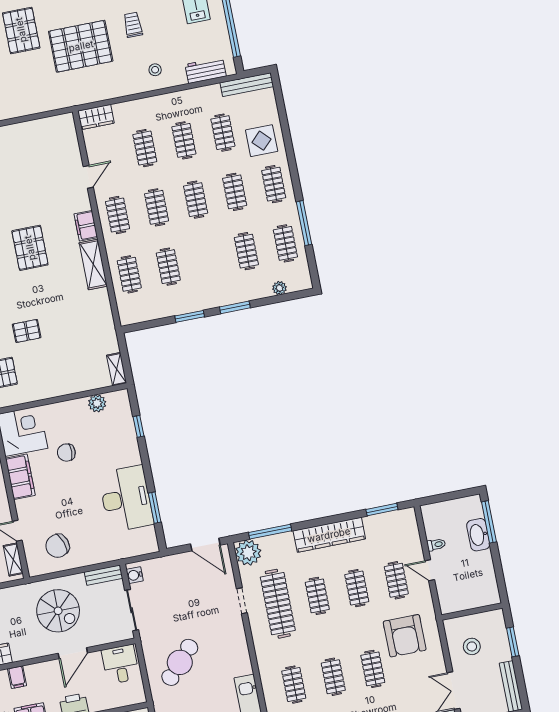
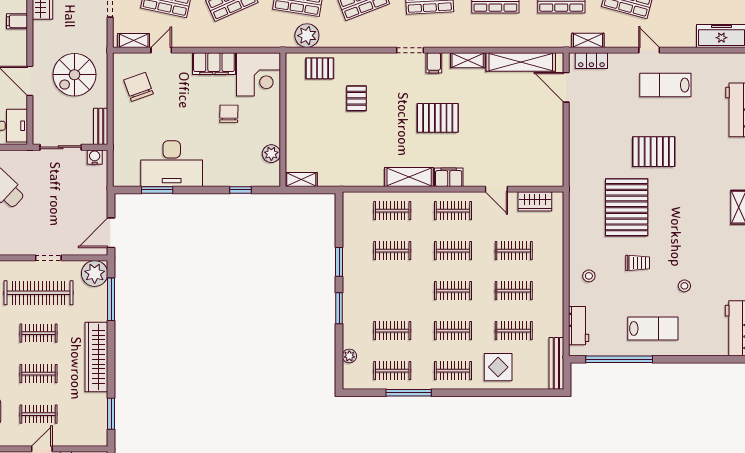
wardrobe: (96, 117) -> (535, 201), moved, turned -90

